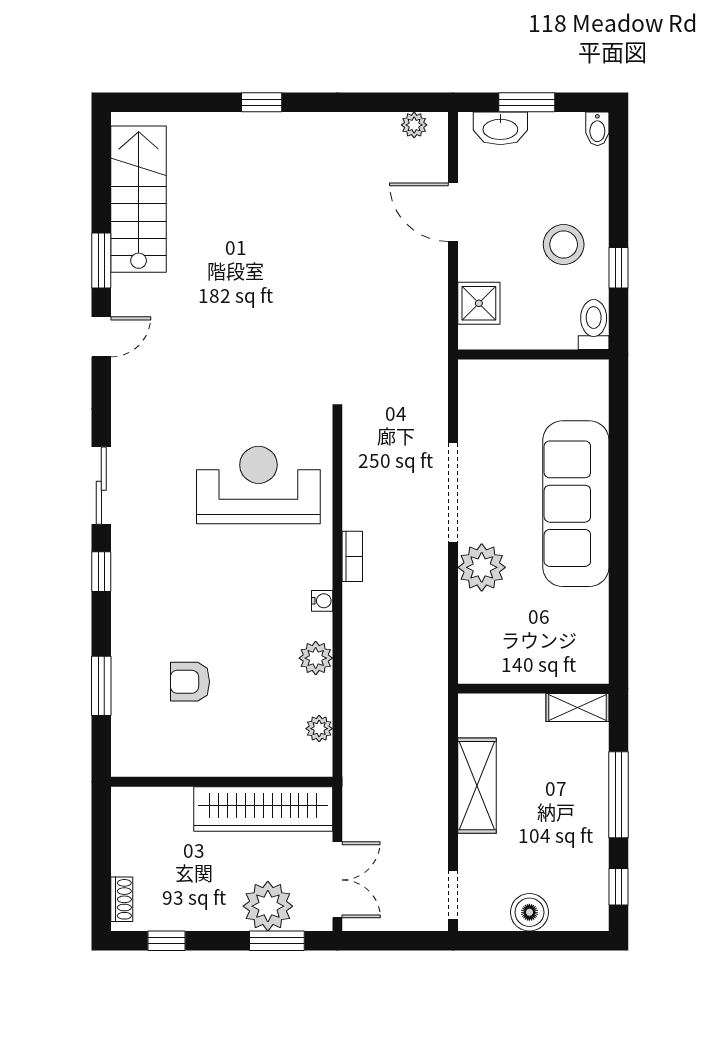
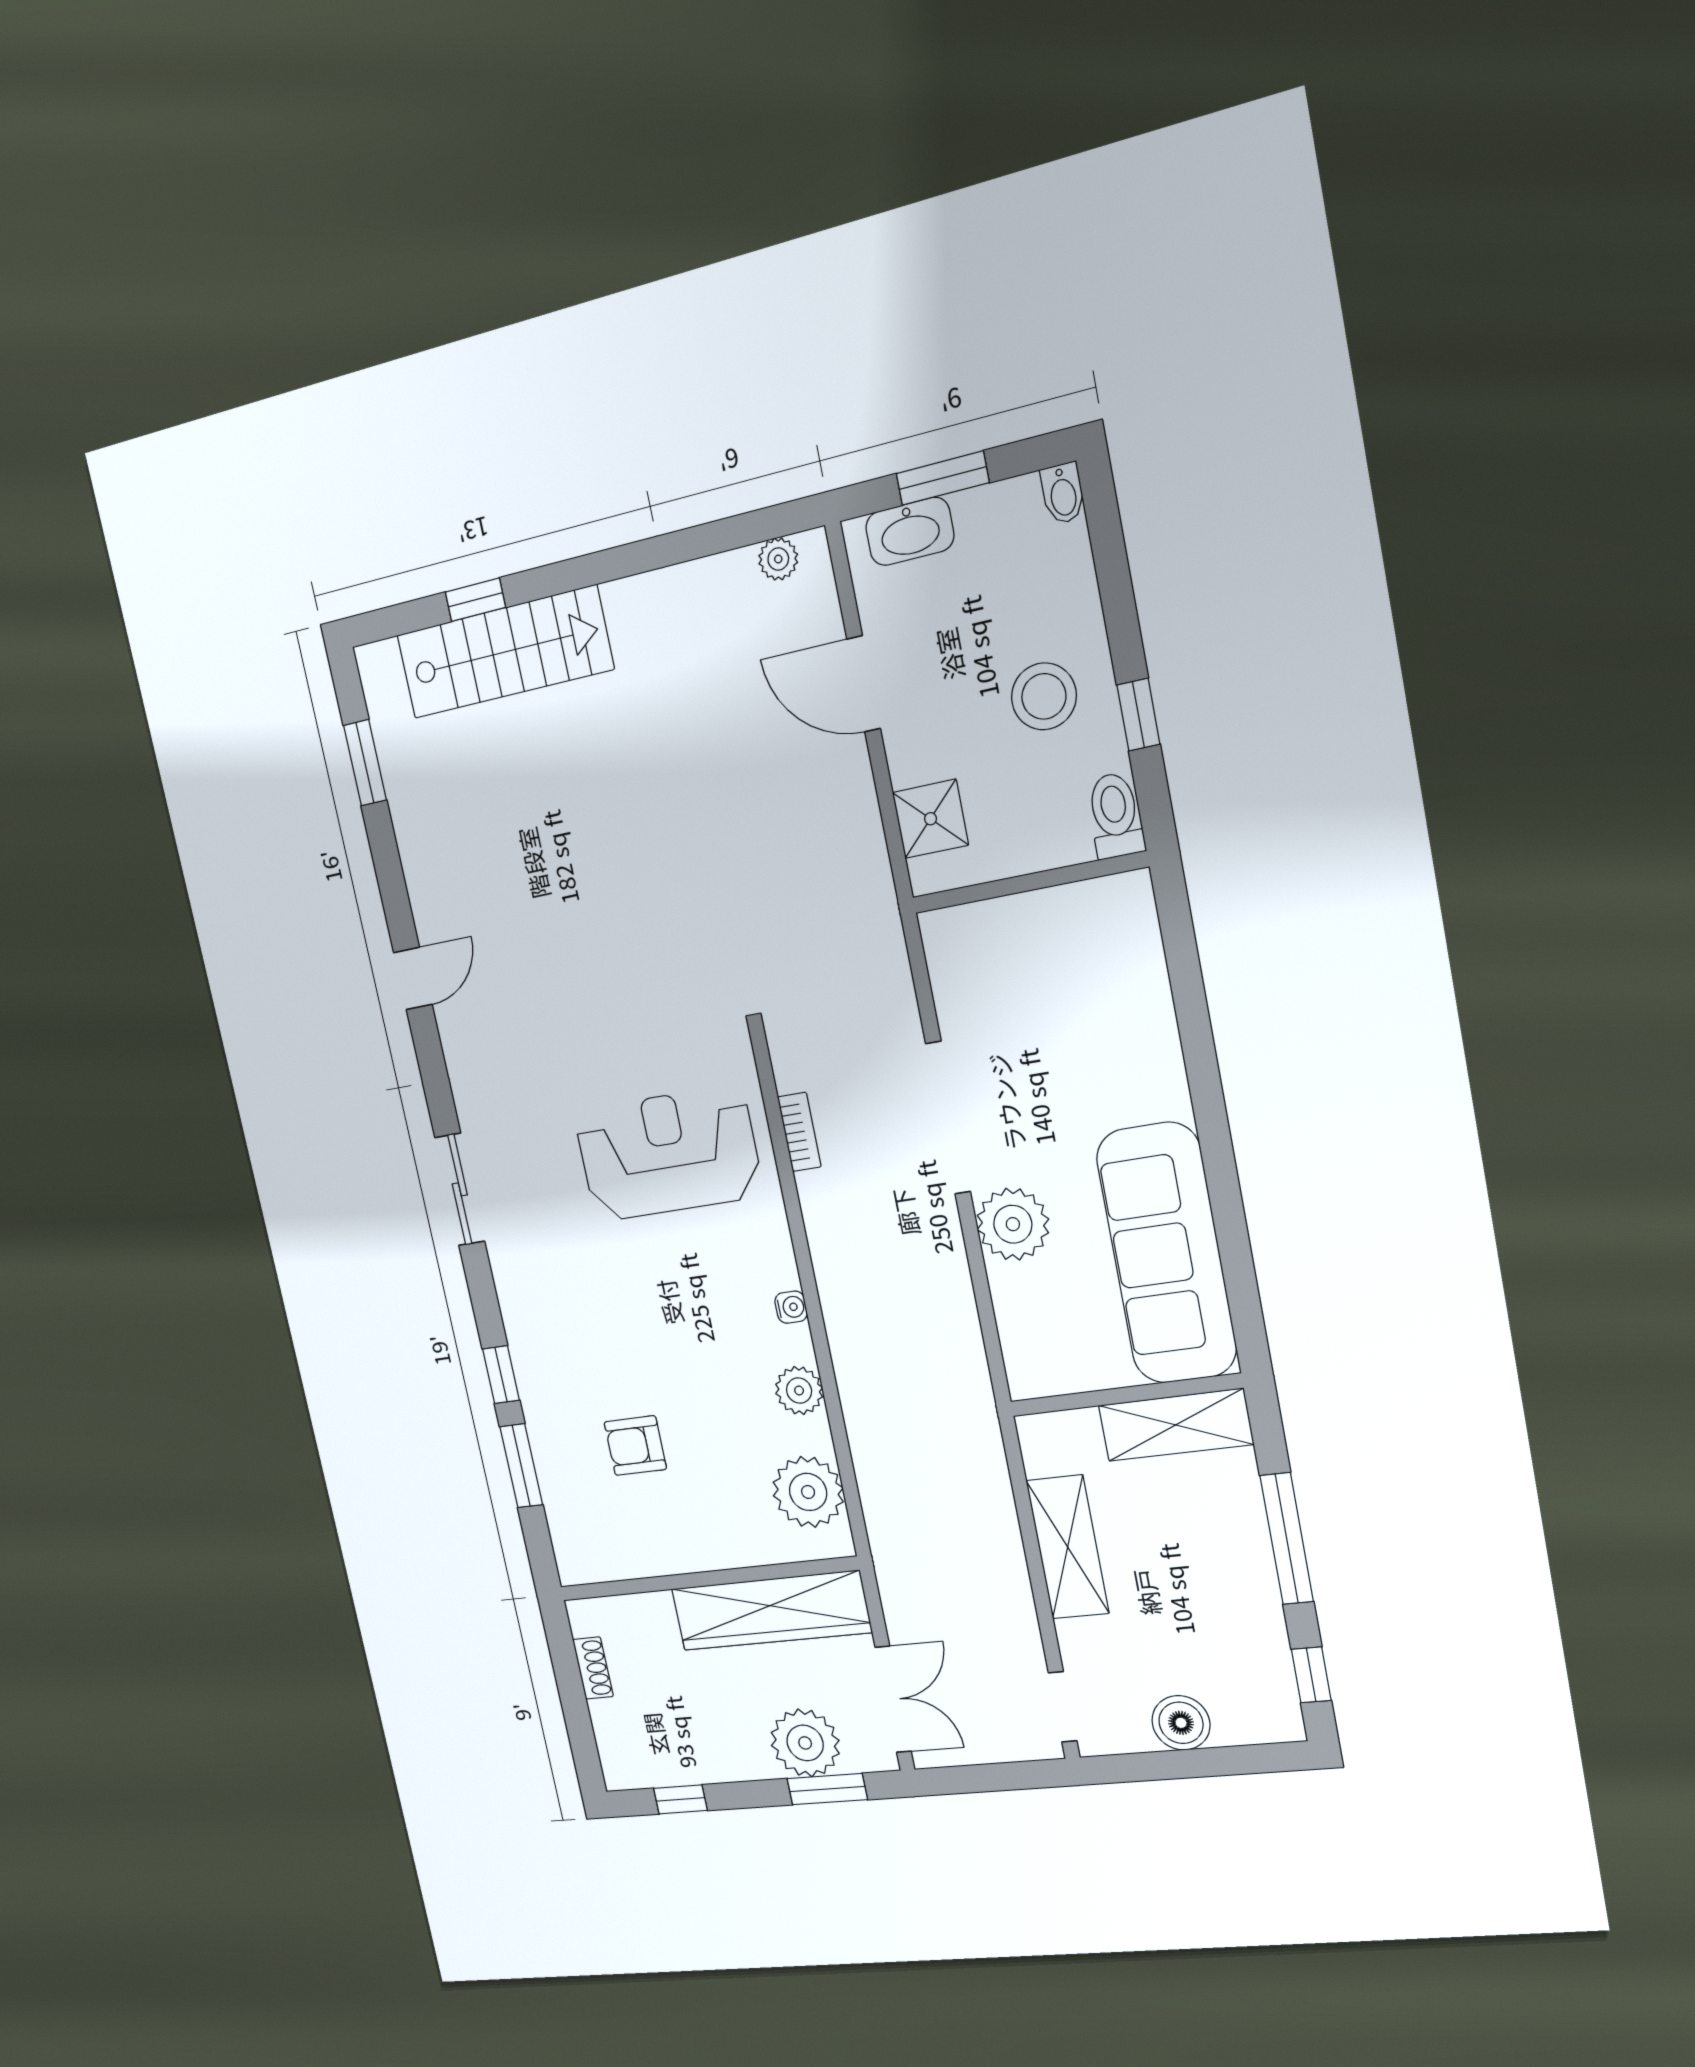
window: (262, 102) -> (475, 600), moved
stairs: (139, 199) -> (505, 652), moved, turned 90
window: (101, 260) -> (365, 763), moved
sofa: (576, 504) -> (1166, 1254), moved
bookcase: (352, 556) -> (799, 1132), moved
window: (101, 572) -> (501, 1375), moved
shelving: (577, 708) -> (1176, 1425), width x1.50, depth x1.33
plant: (319, 729) -> (808, 1492), width x1.88, depth x1.88
shoe rack: (122, 899) -> (593, 1668), moved

